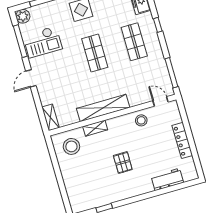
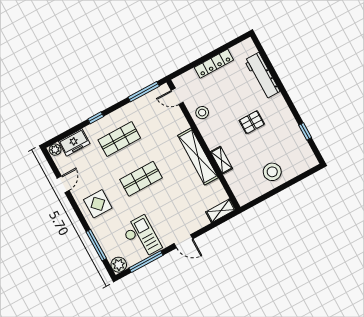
door: (161, 101) -> (177, 96), hinge flipped
stool: (71, 146) -> (272, 172), moved
workbench: (167, 179) -> (262, 76), width x1.38

